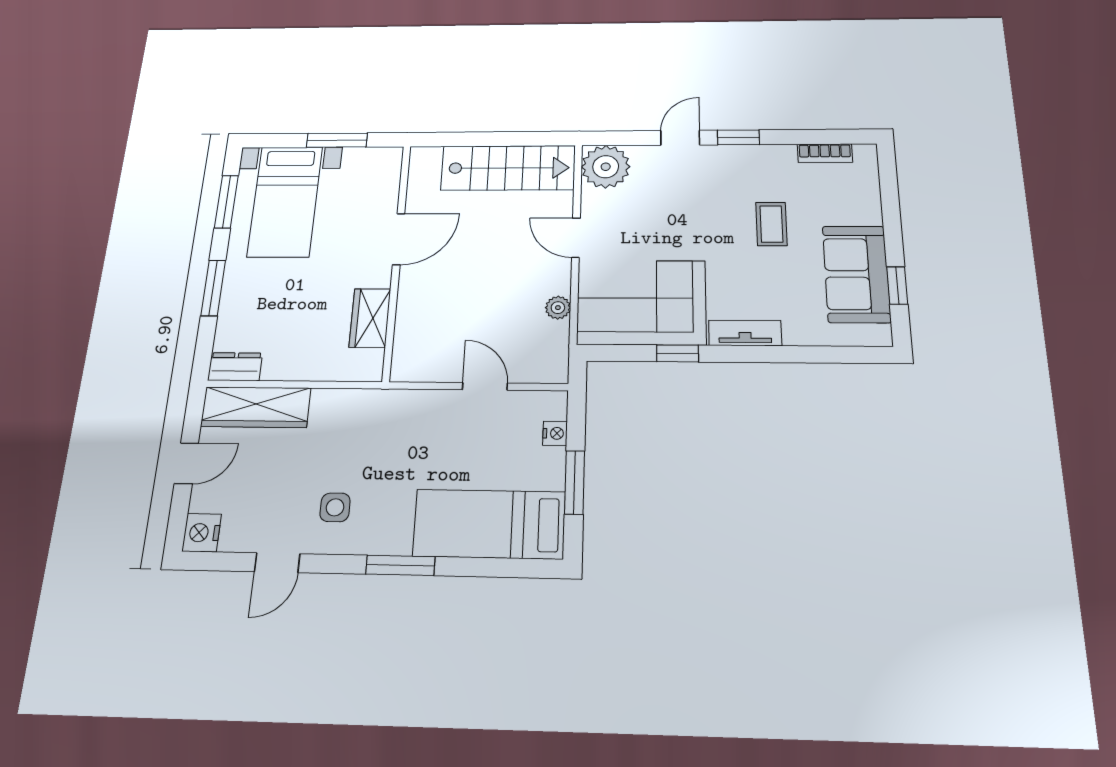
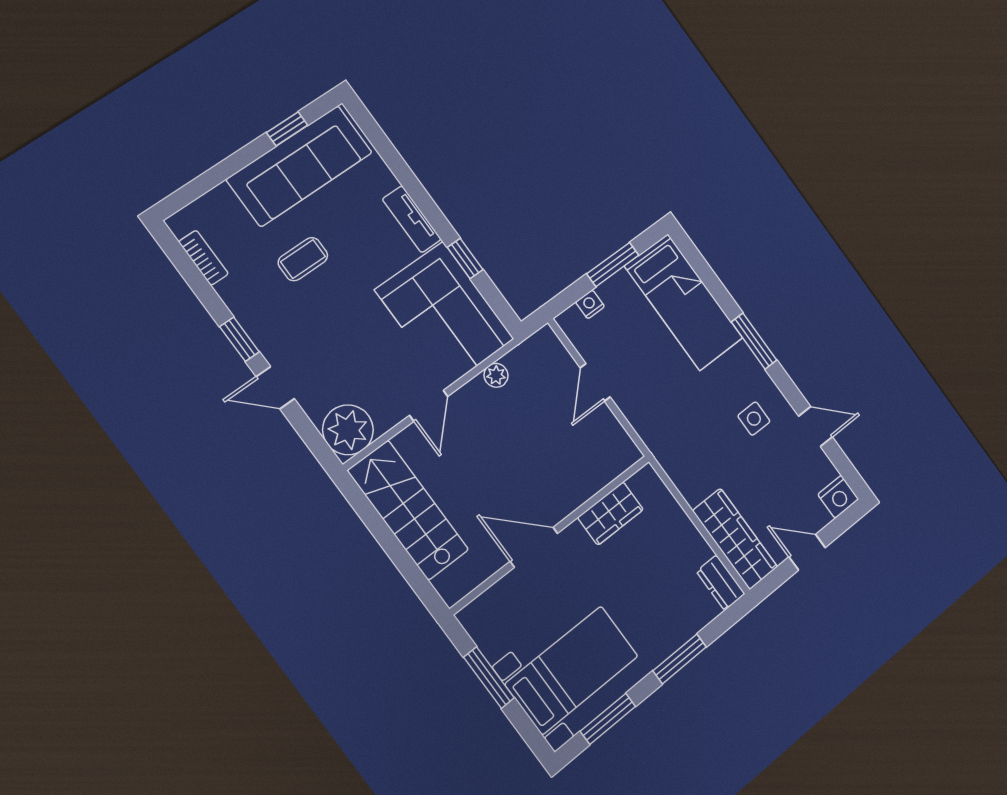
sofa: (856, 274) -> (300, 166), width x1.36

